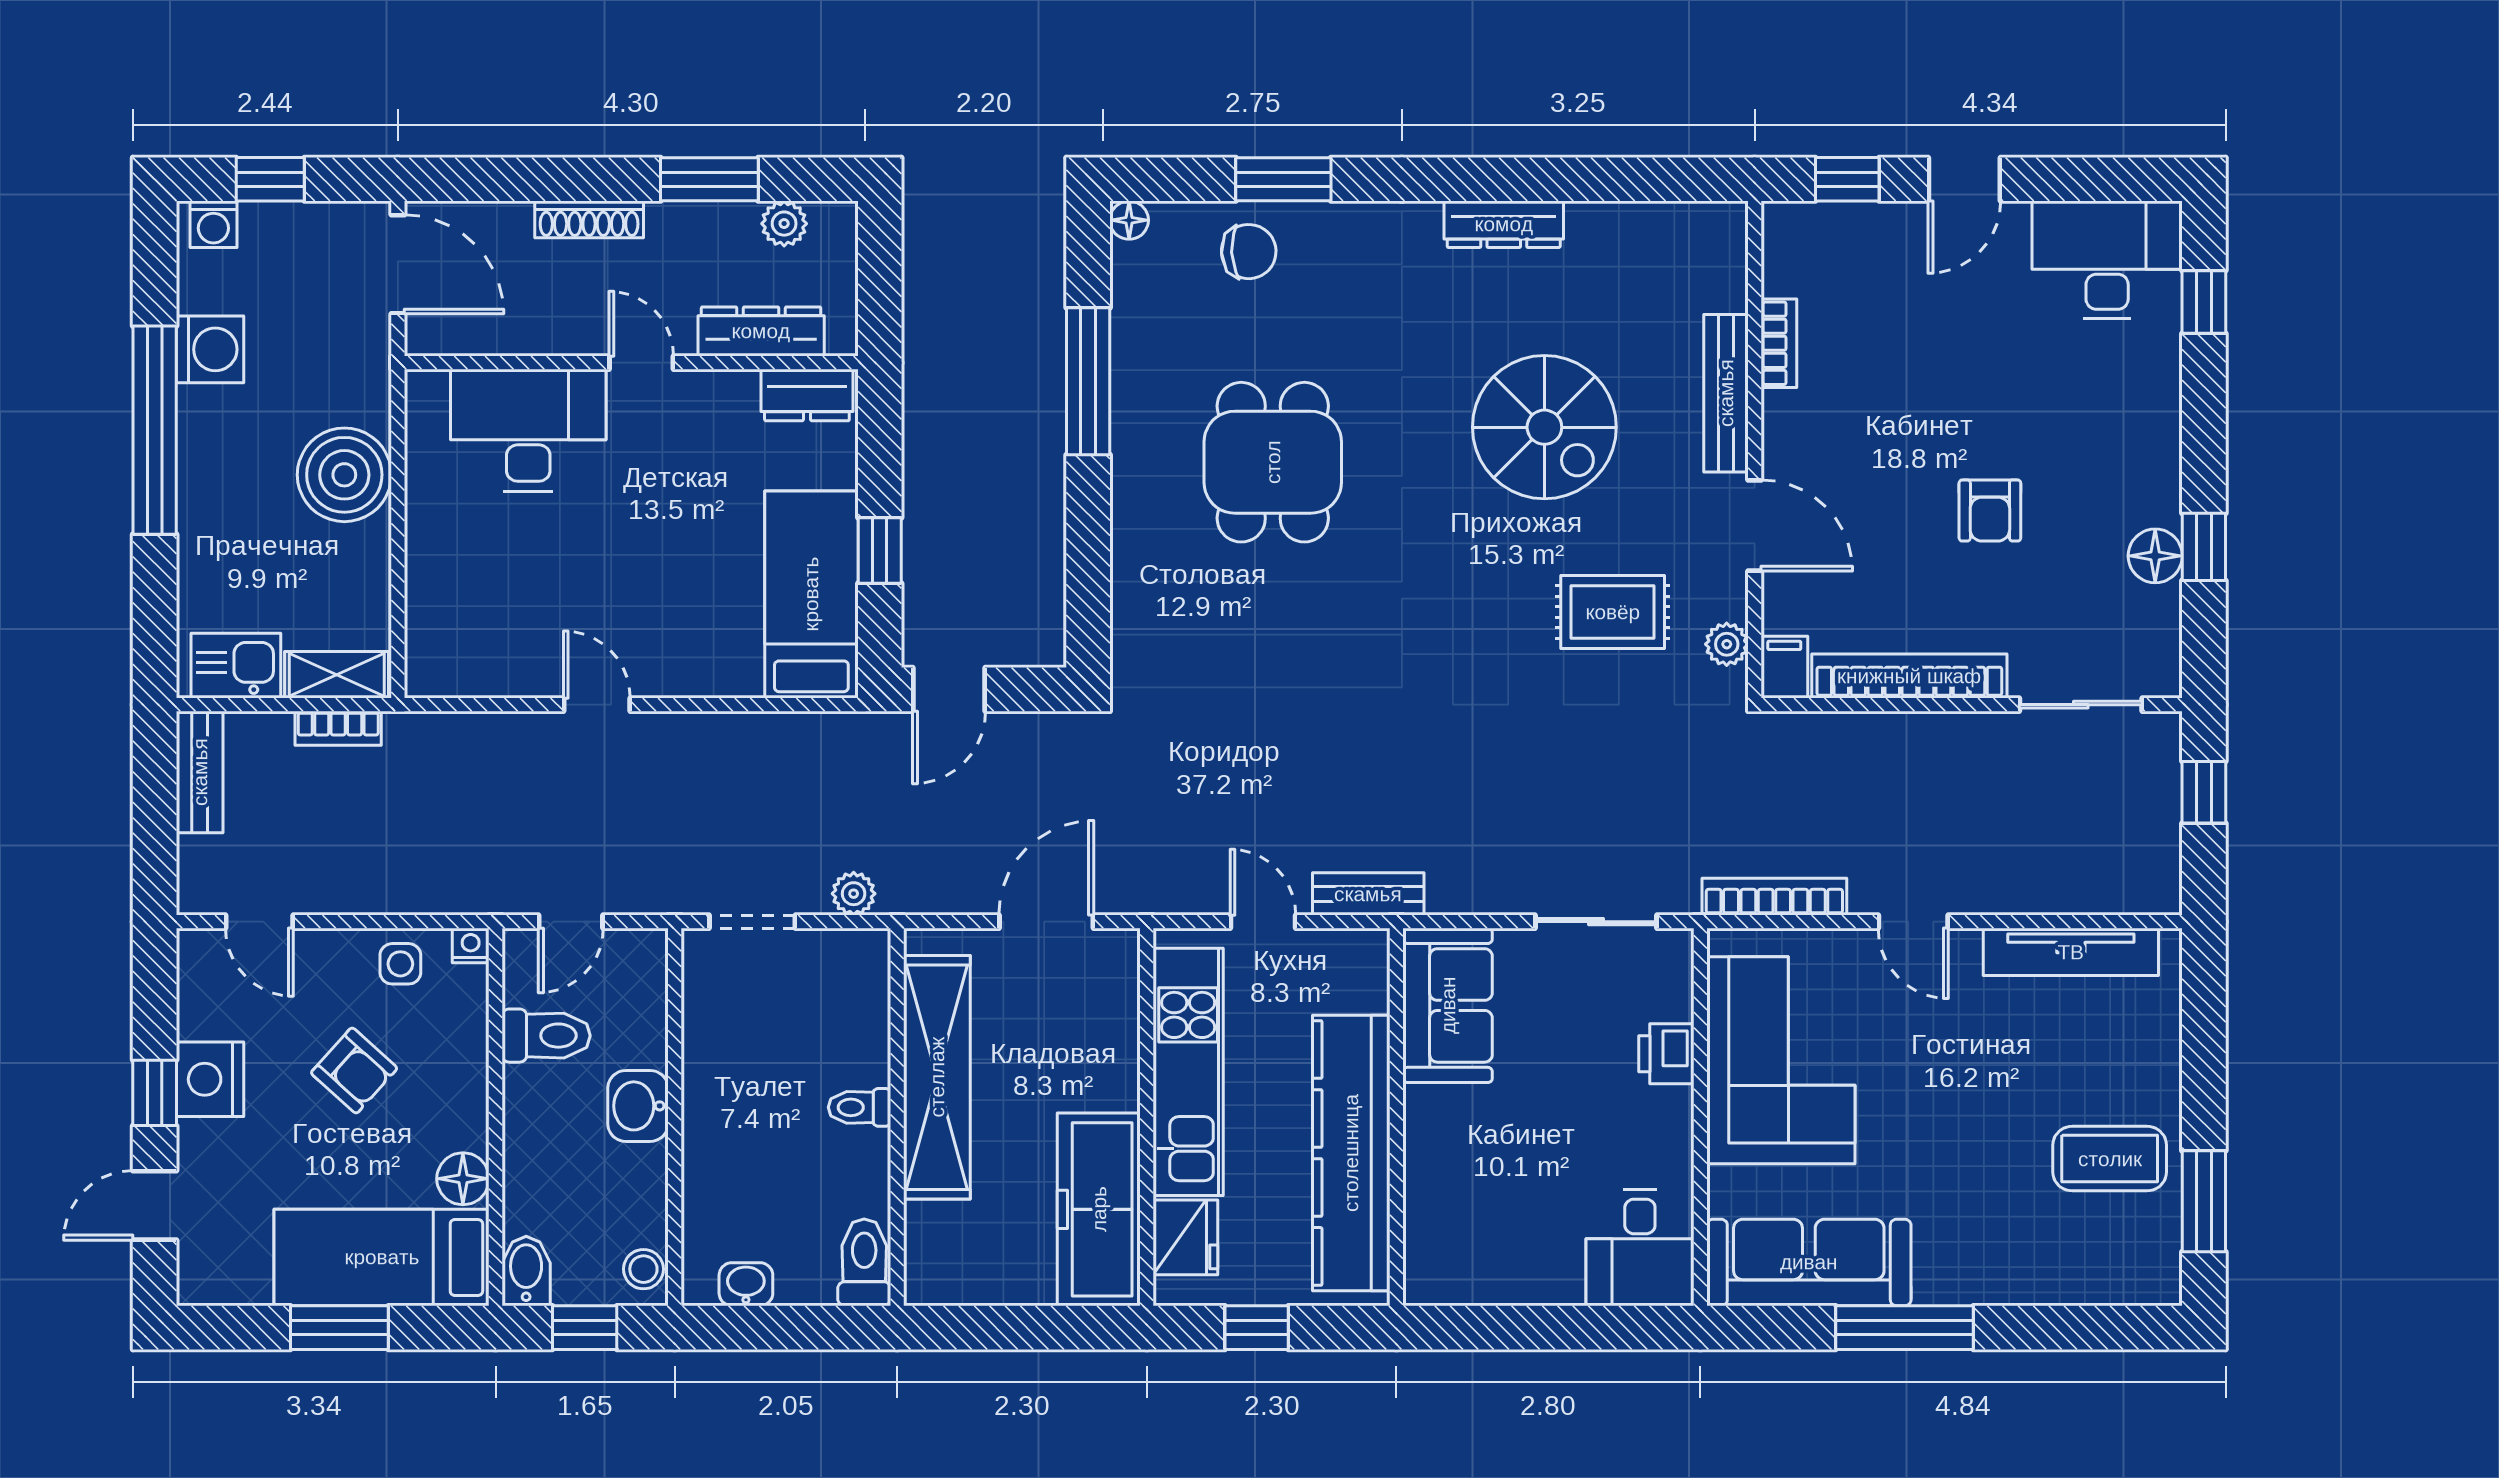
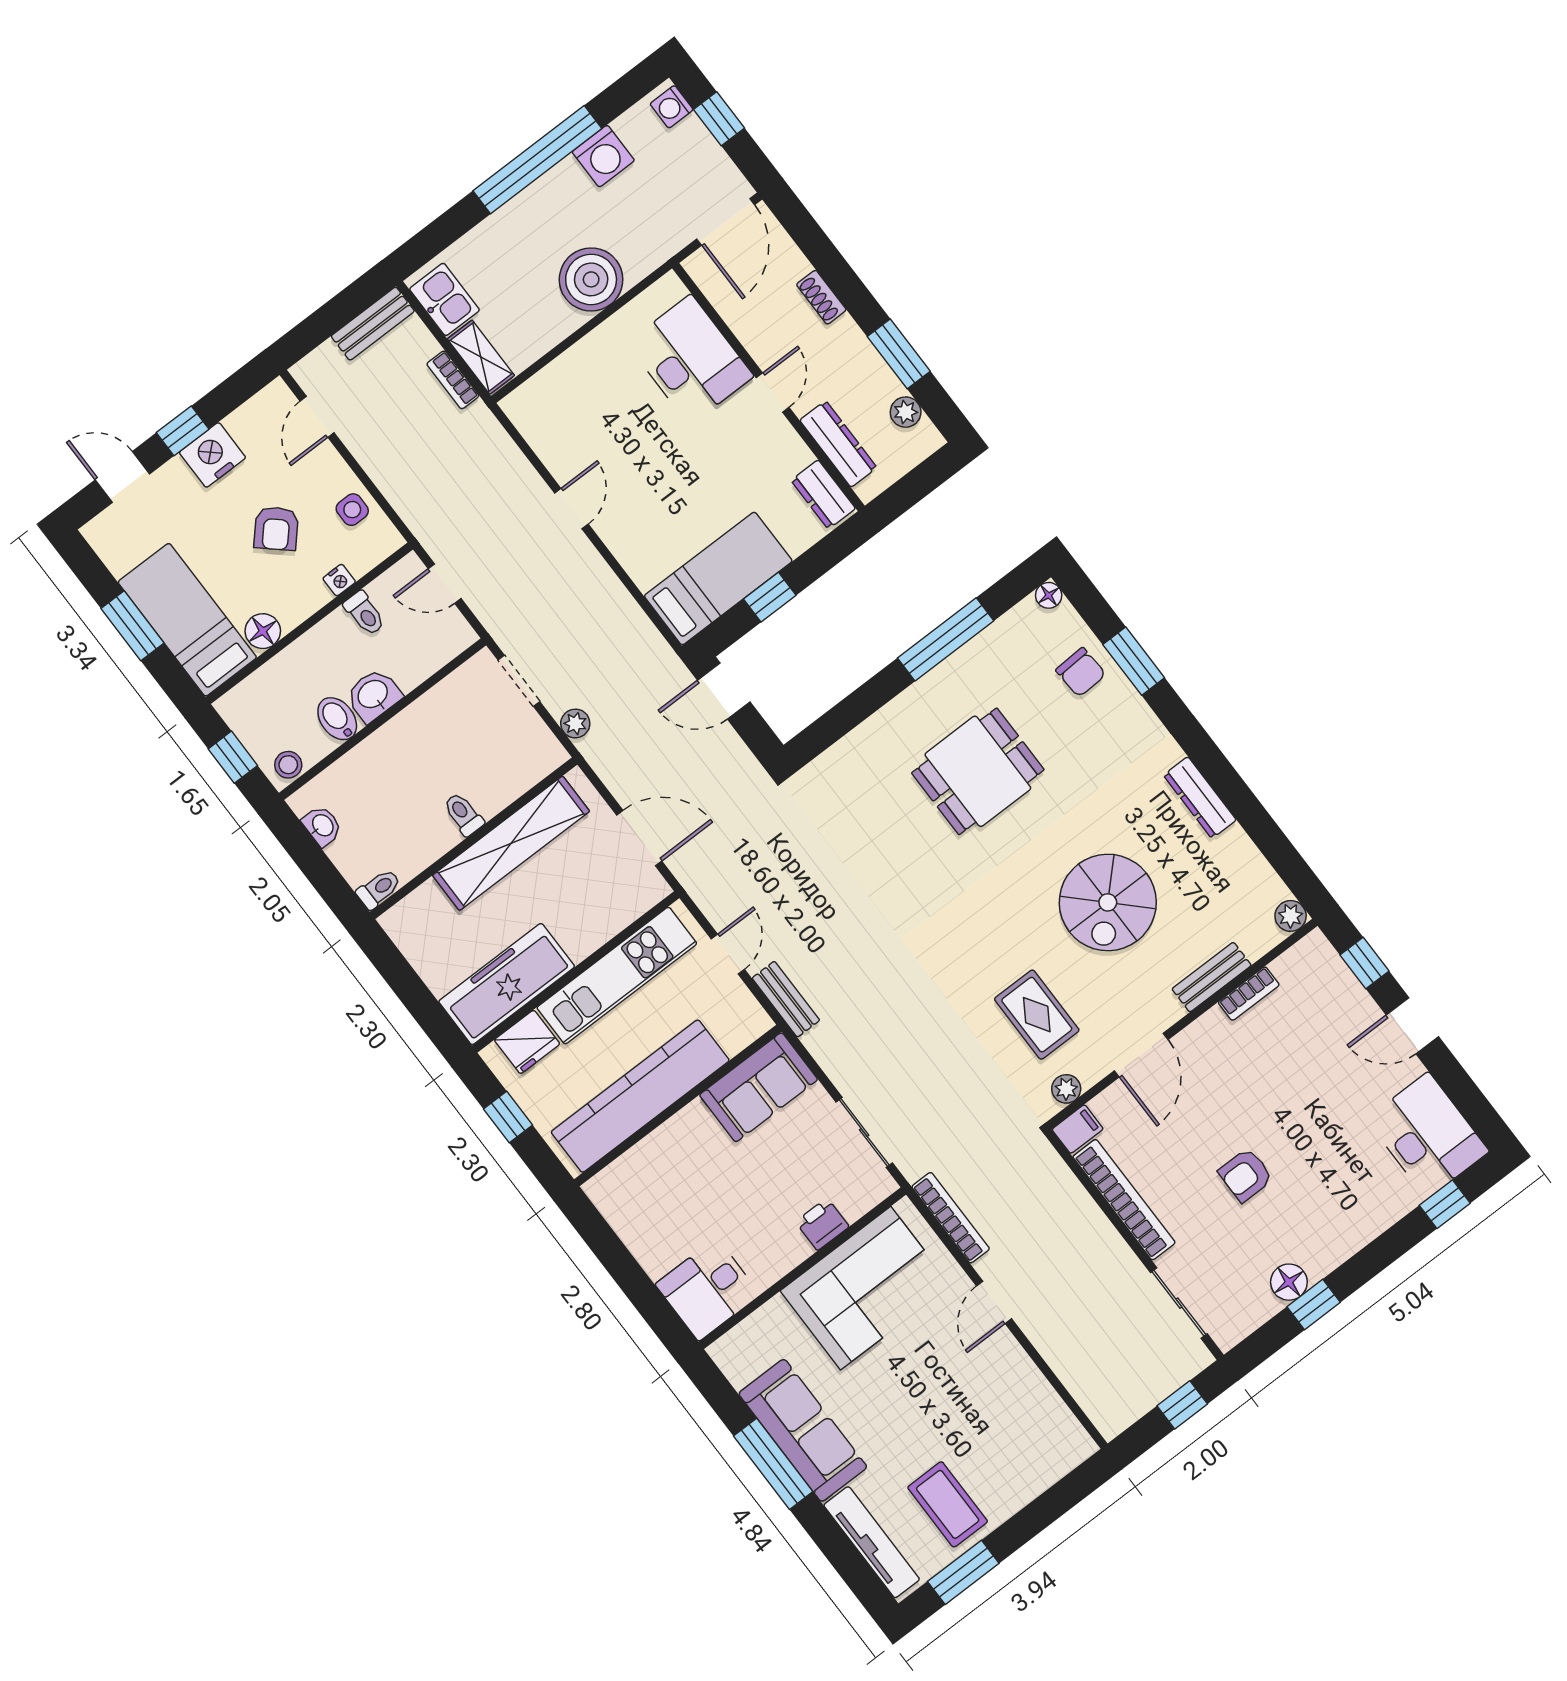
shoe rack: (589, 219) -> (821, 297), width x0.70
plant: (1725, 224) -> (1291, 916), added
bench: (1726, 393) -> (1212, 977), width x0.73
nightstand: (471, 945) -> (339, 580), moved, turned 90
tv unit: (2071, 952) -> (872, 1542), moved, turned 180
toilet: (546, 1036) -> (365, 613), width x0.73, depth x0.72
toilet: (864, 1262) -> (379, 889), width x0.73, depth x0.72
sofa: (1809, 1262) -> (803, 1430), moved
bidet: (526, 1271) -> (337, 719), moved, turned -90

